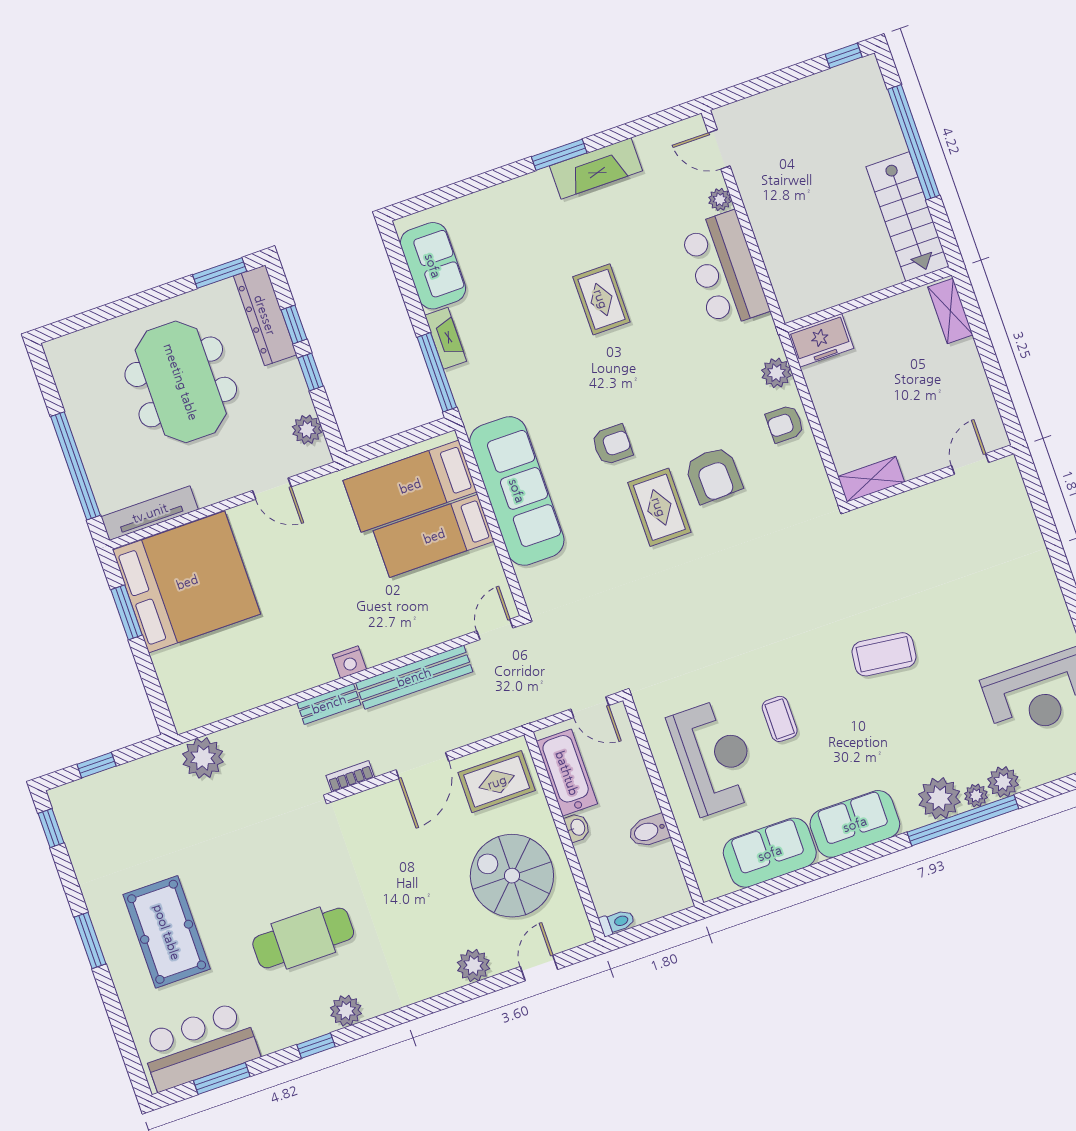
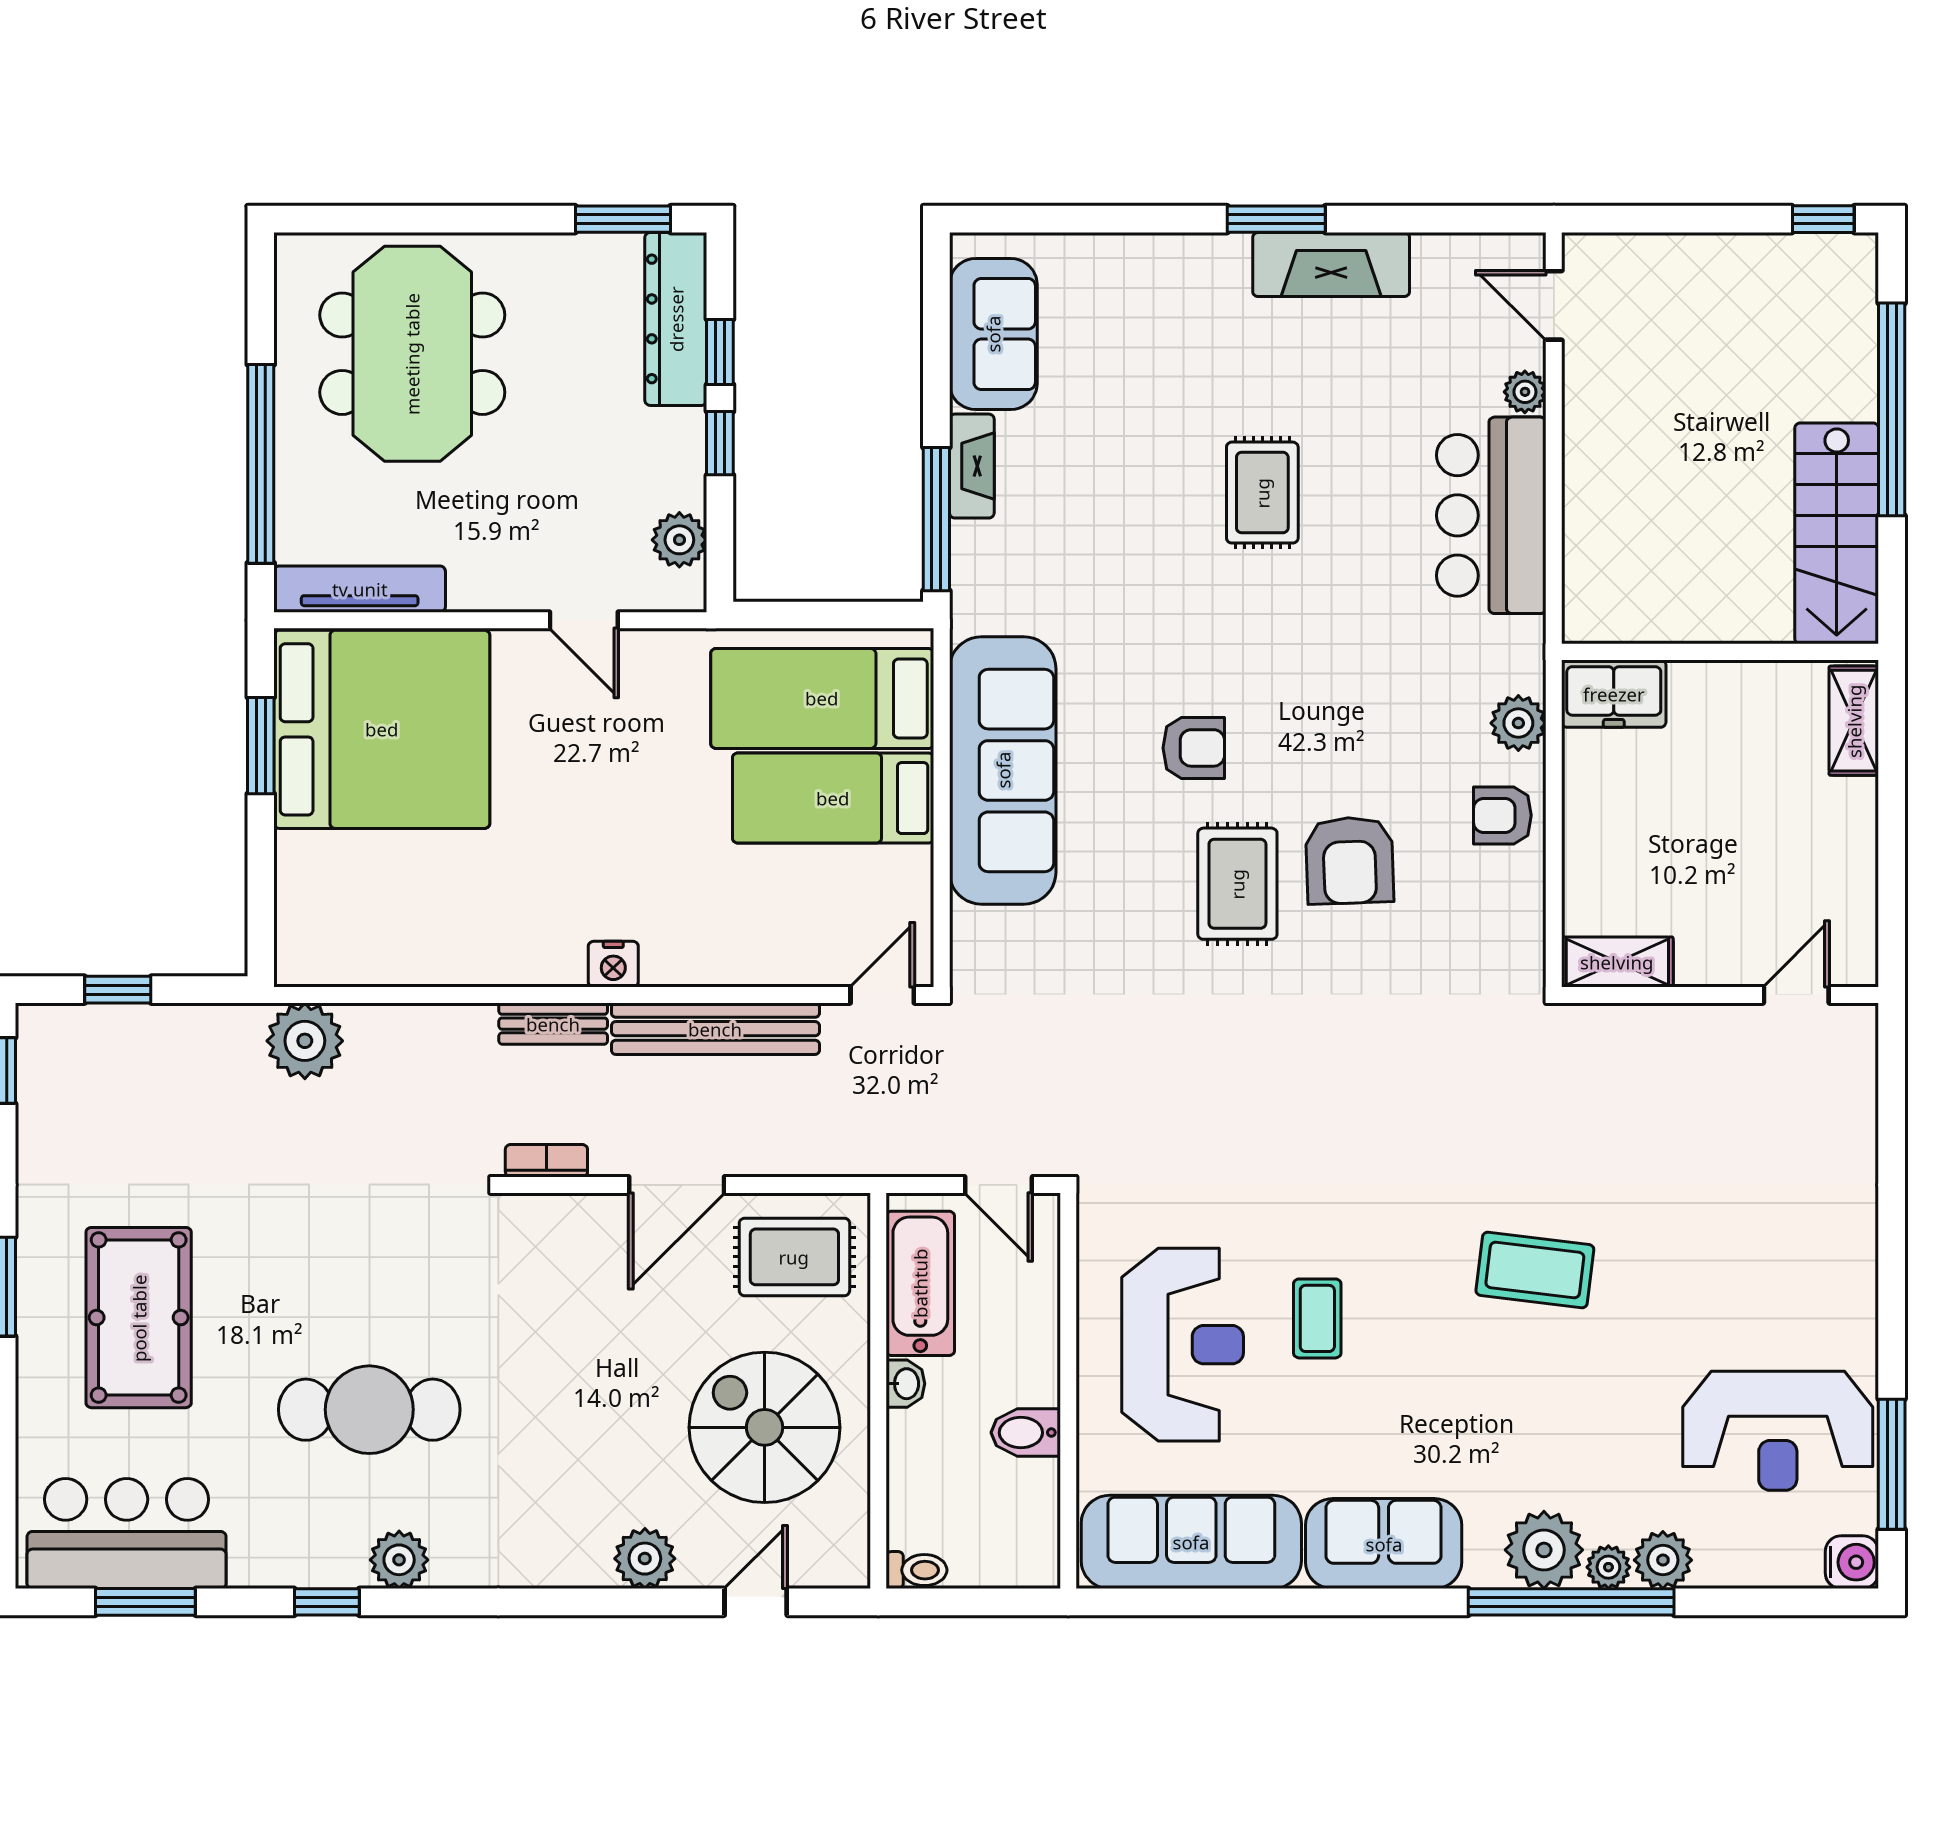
meeting table: (181, 382) -> (412, 354), moved
sofa: (770, 853) -> (1191, 1542), width x1.36

